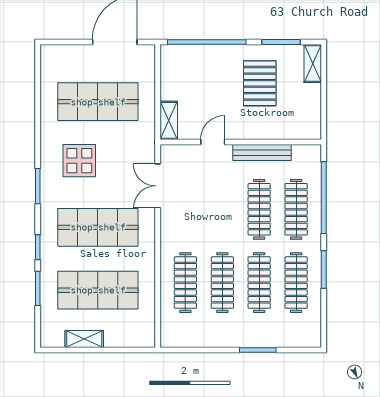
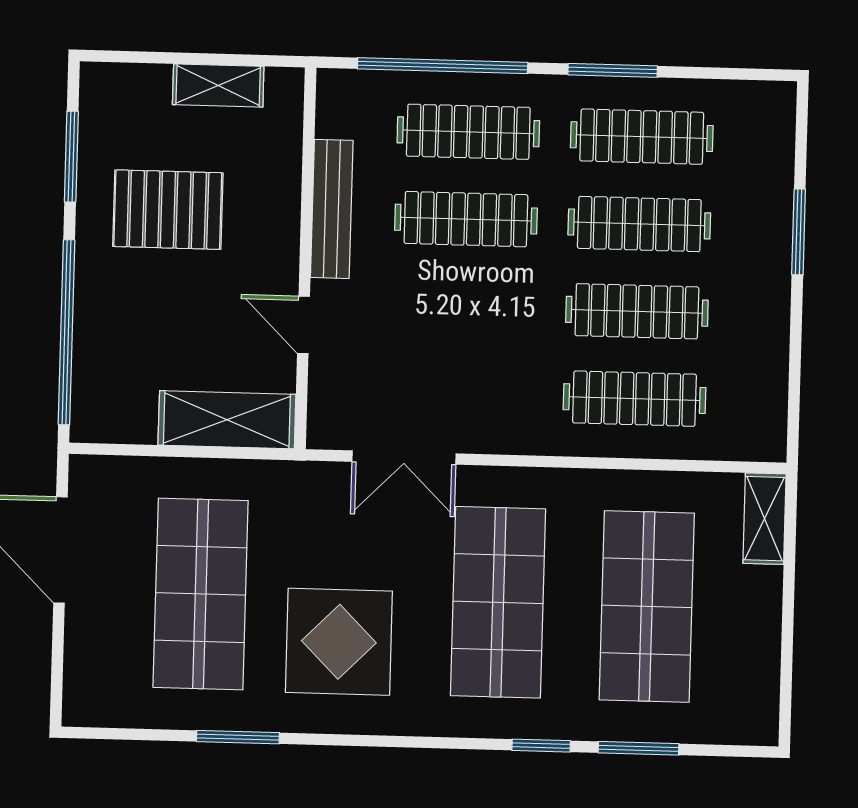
shelving: (313, 64) -> (218, 85), moved
shelving: (169, 120) -> (227, 420), width x1.50, depth x1.33
display table: (79, 161) -> (339, 642), width x1.36, depth x1.36
window: (38, 186) -> (238, 737), moved
shelving: (84, 339) -> (765, 519), moved

